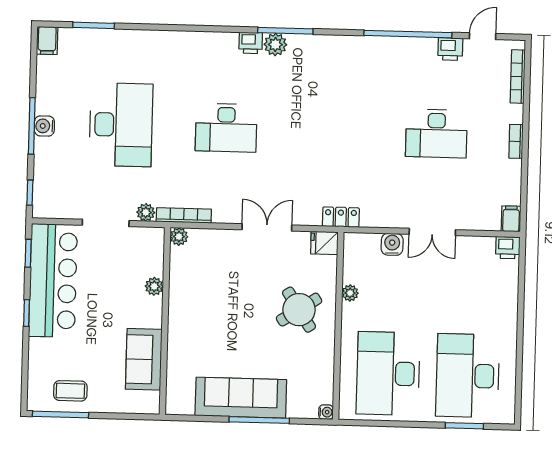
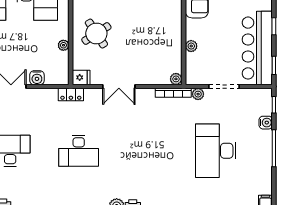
water cooler: (44, 126) -> (266, 123), moved
desk: (226, 128) -> (79, 151), moved, turned 180

